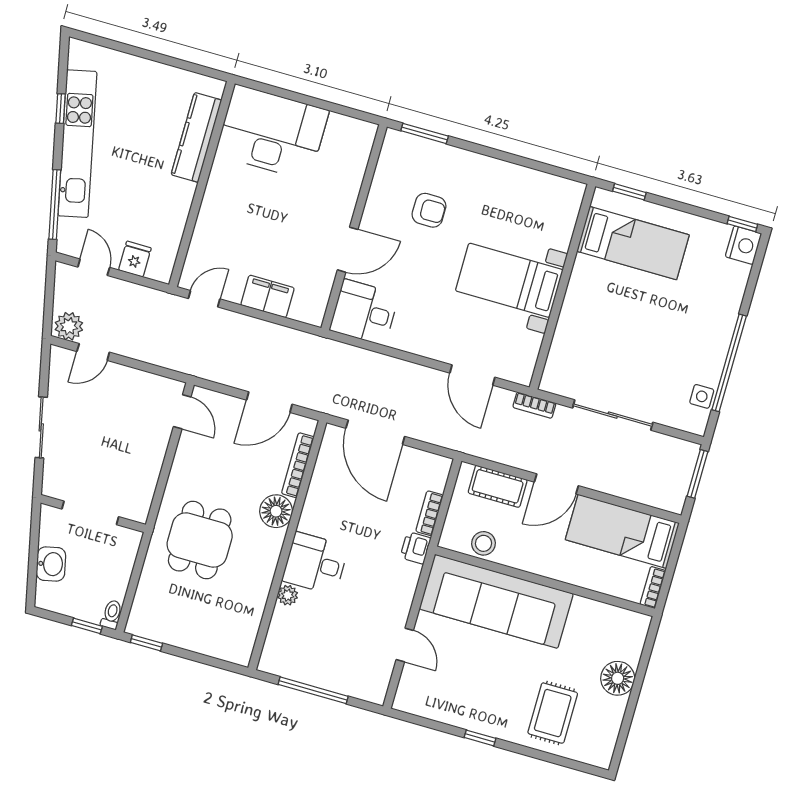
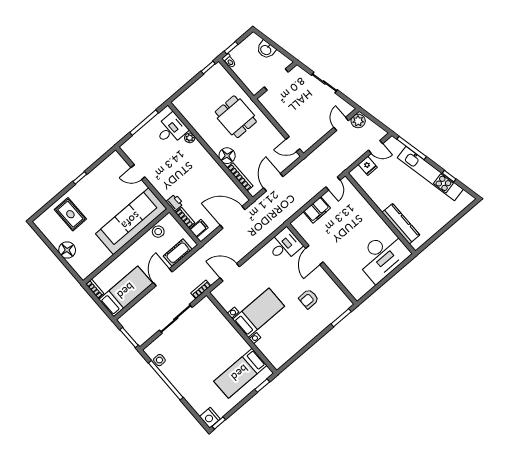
filing cabinet: (432, 478) -> (199, 228), added
desk: (315, 563) -> (171, 129), moved

